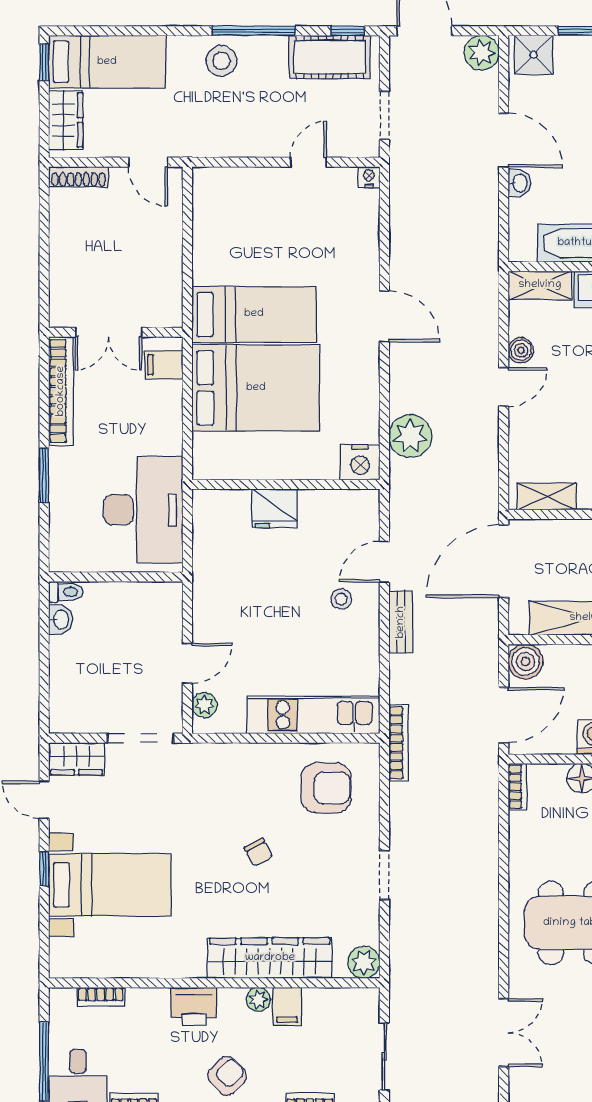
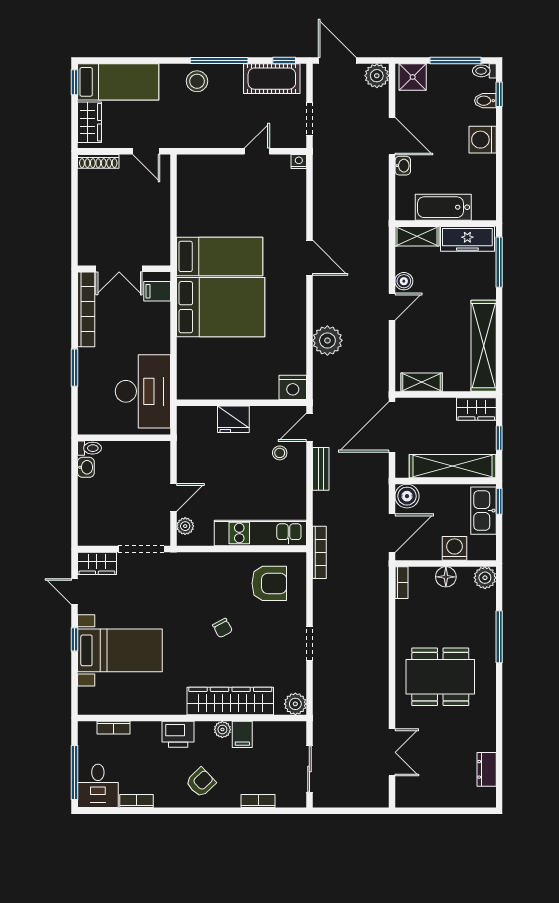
nightstand: (360, 462) -> (293, 387), moved
wall: (286, 484) -> (241, 403), moved
fridge: (274, 508) -> (233, 419), moved

